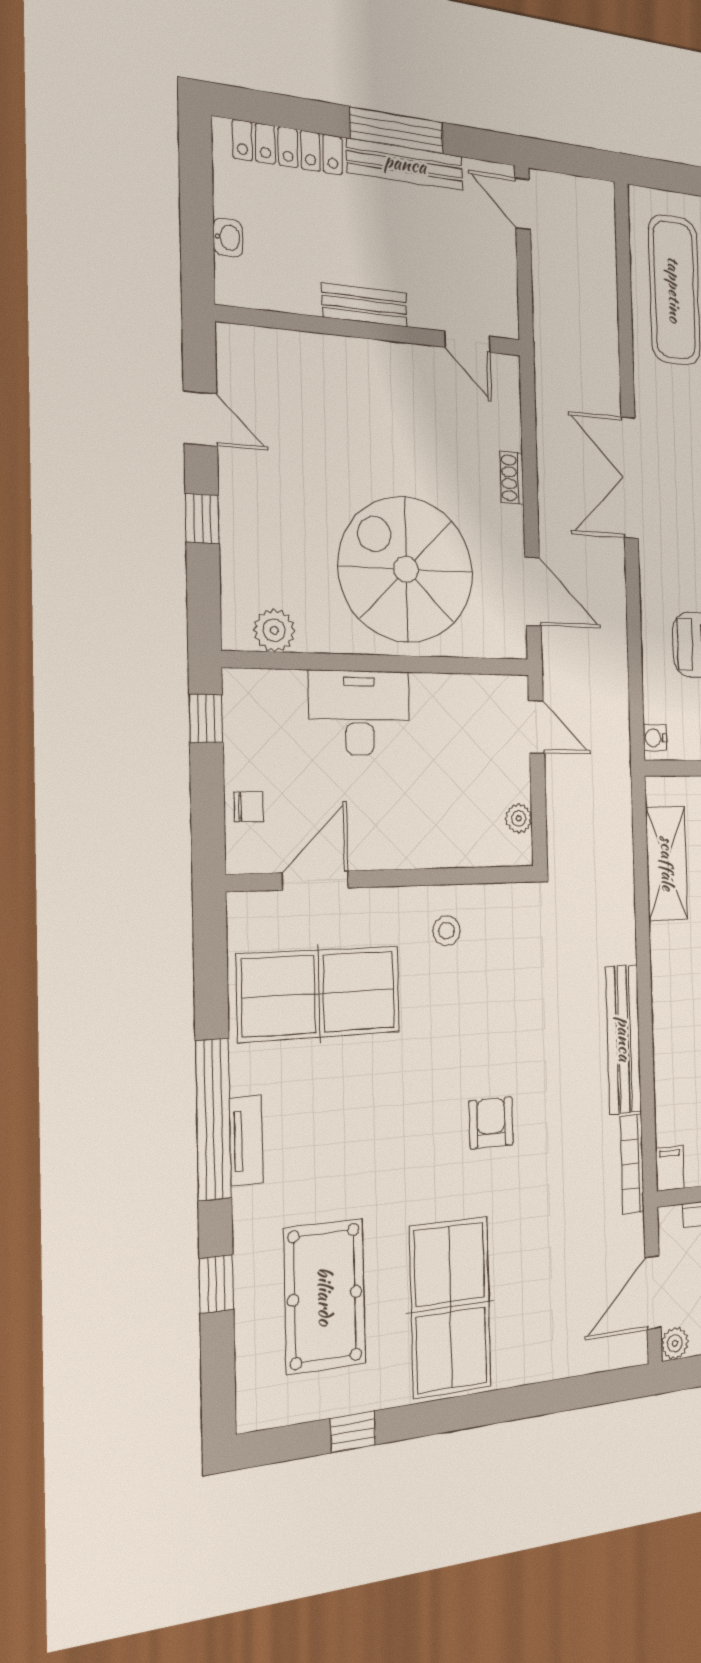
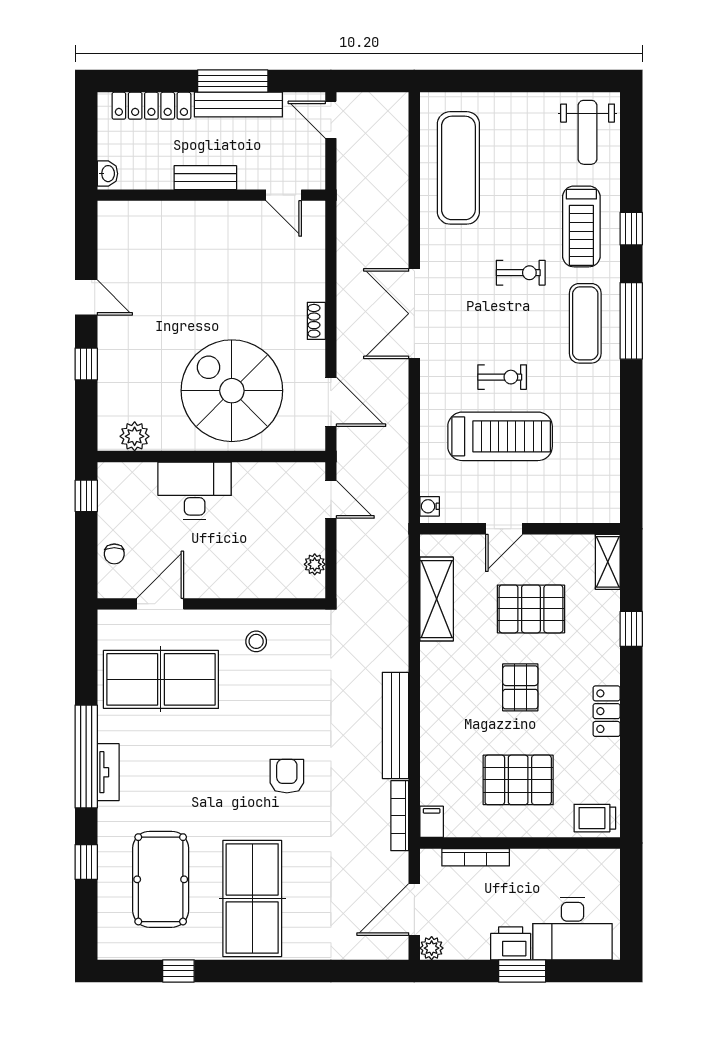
bench: (365, 305) -> (205, 178), moved
wall: (373, 331) -> (211, 195), moved
door: (467, 342) -> (284, 195), moved
chair: (249, 807) -> (114, 554), turned 90

